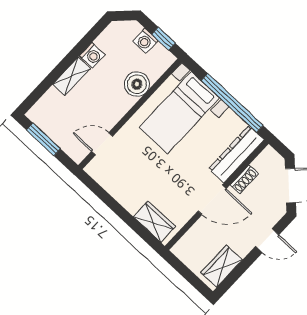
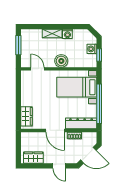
boiler: (137, 84) -> (61, 61), moved

